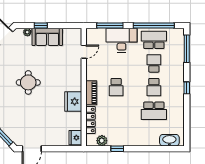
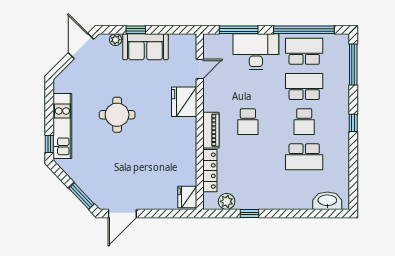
school desk: (154, 63) -> (304, 86), width x1.85
fridge: (73, 101) -> (184, 102), moved

